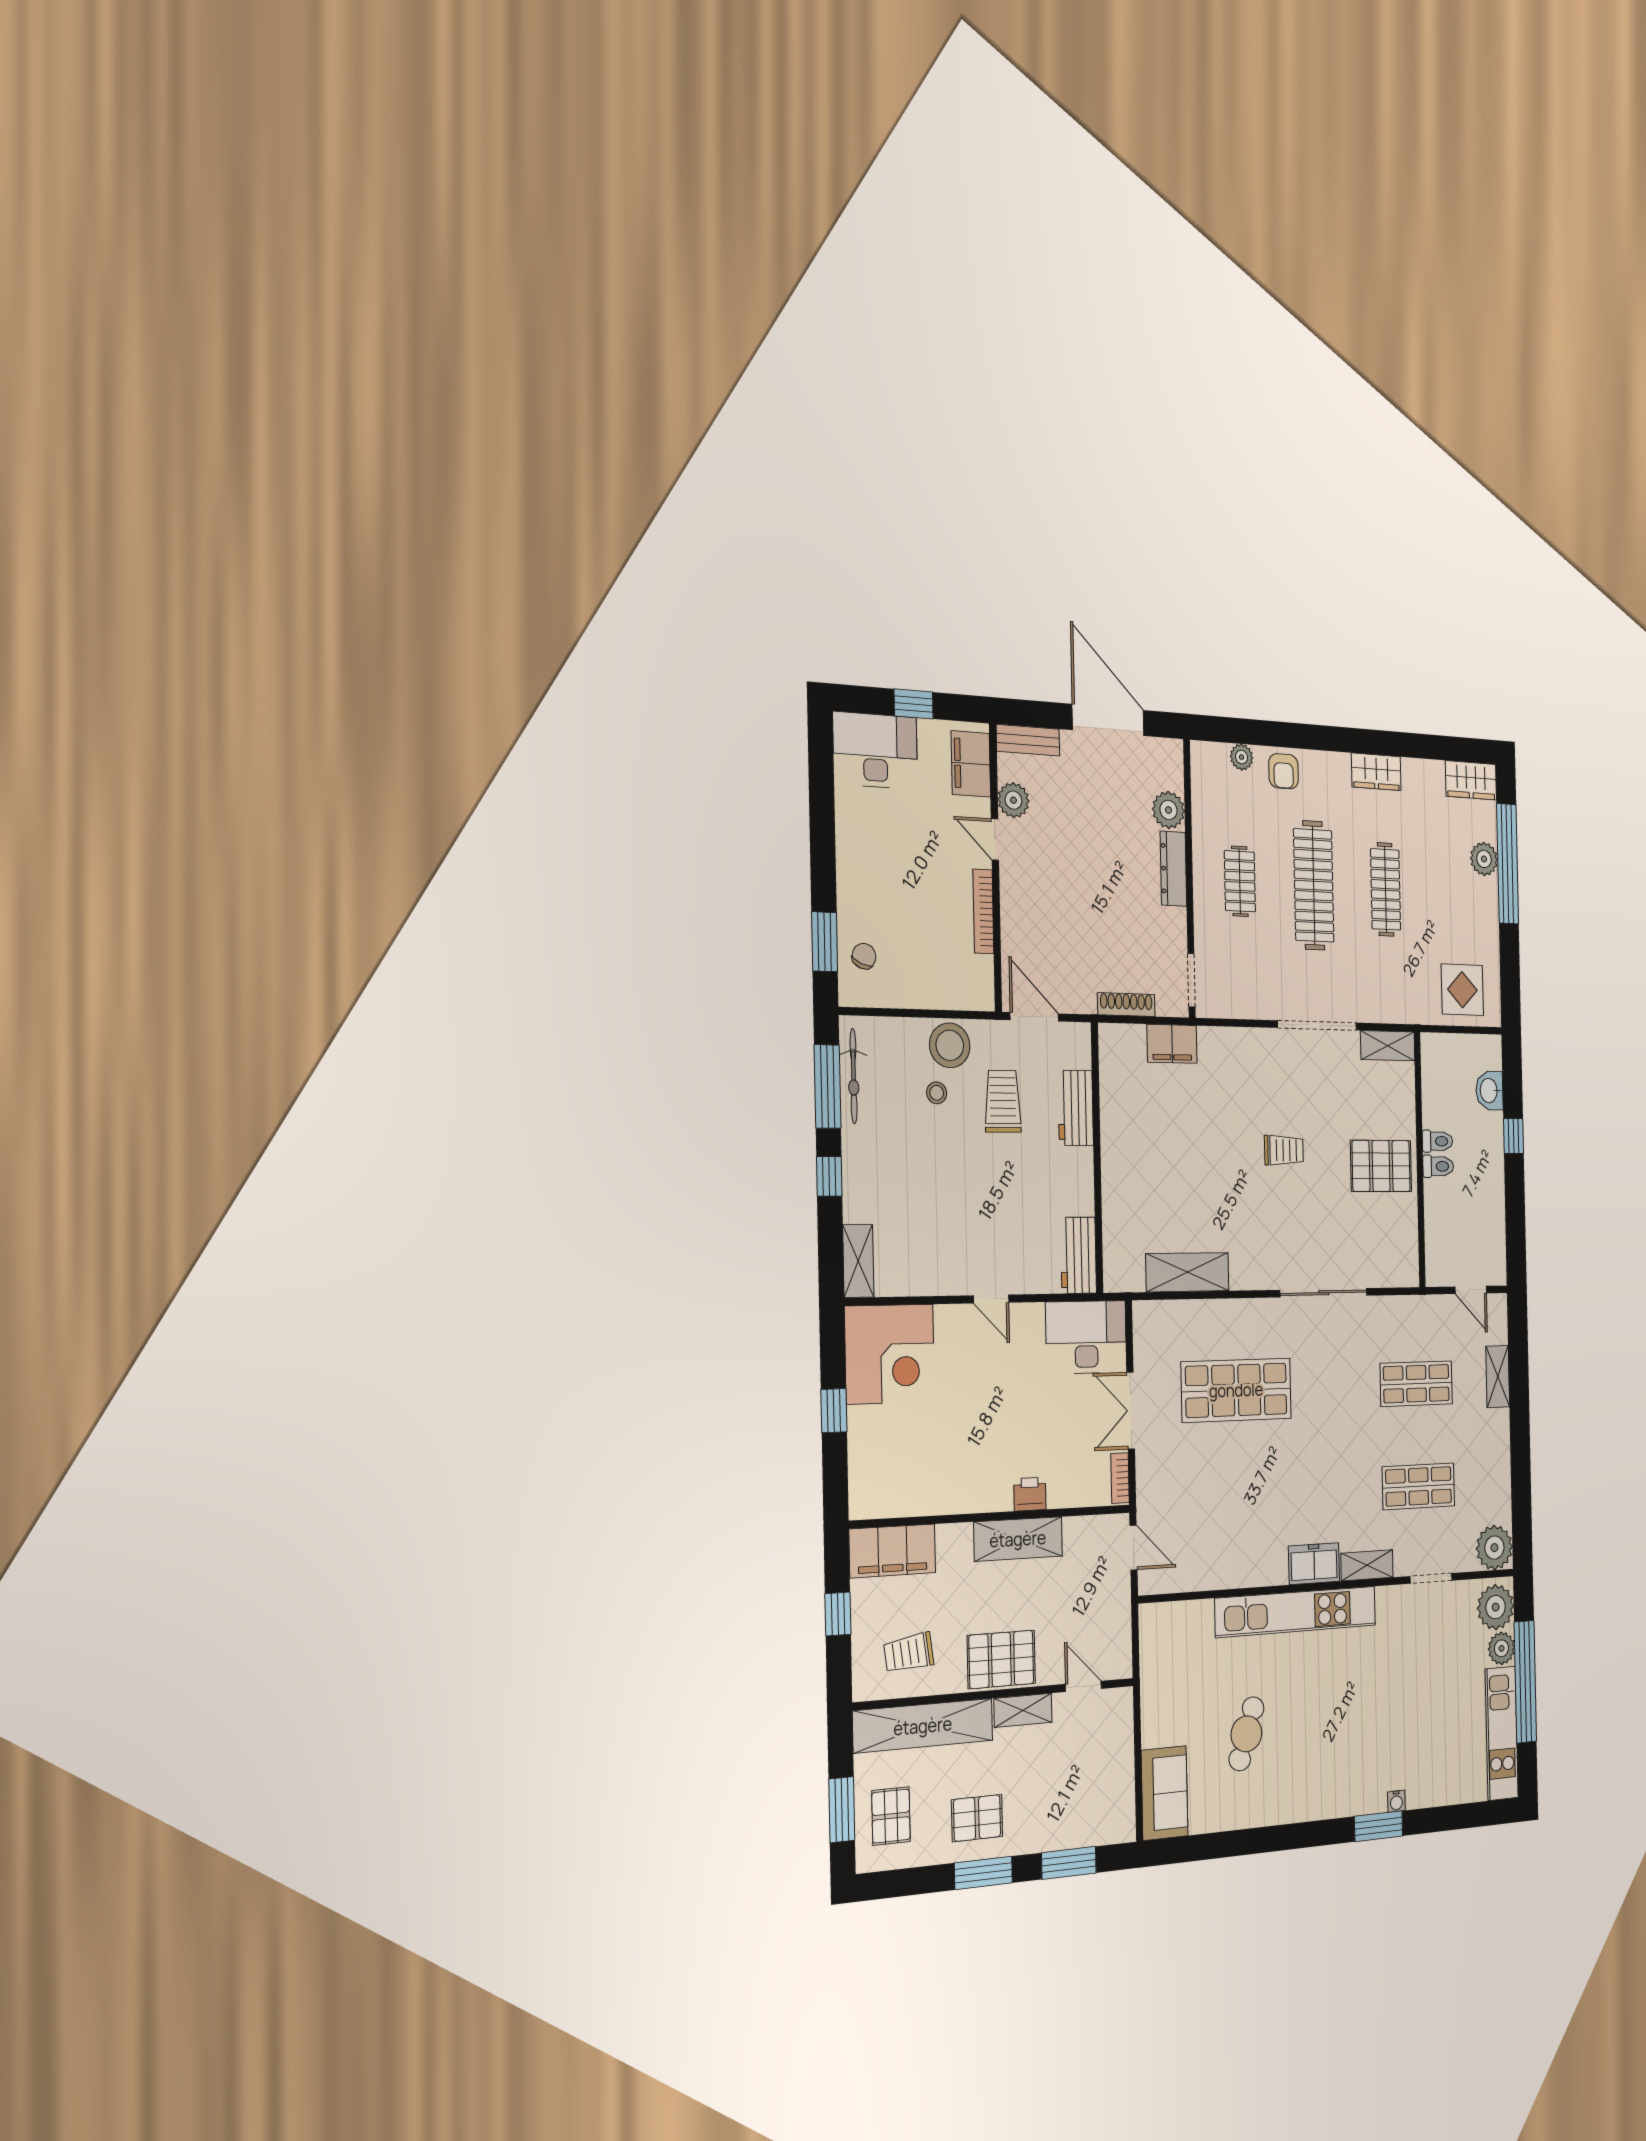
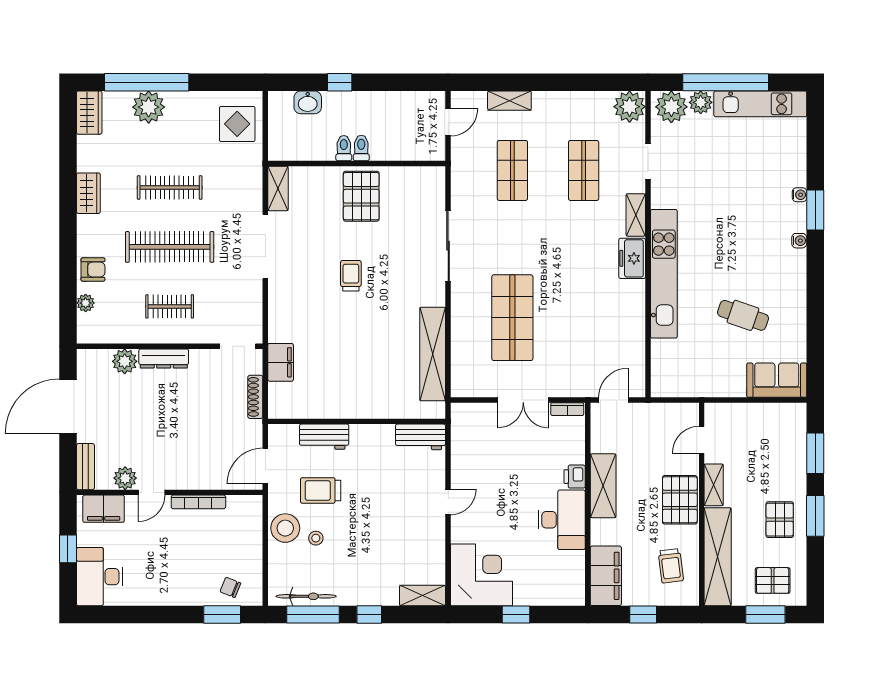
plant: (1484, 859) -> (149, 107), width x1.36, depth x1.36
shelving: (1187, 1272) -> (433, 354), width x1.47
desk: (1086, 1337) -> (562, 520), moved, turned 180
water cooler: (1341, 1807) -> (799, 241), added

